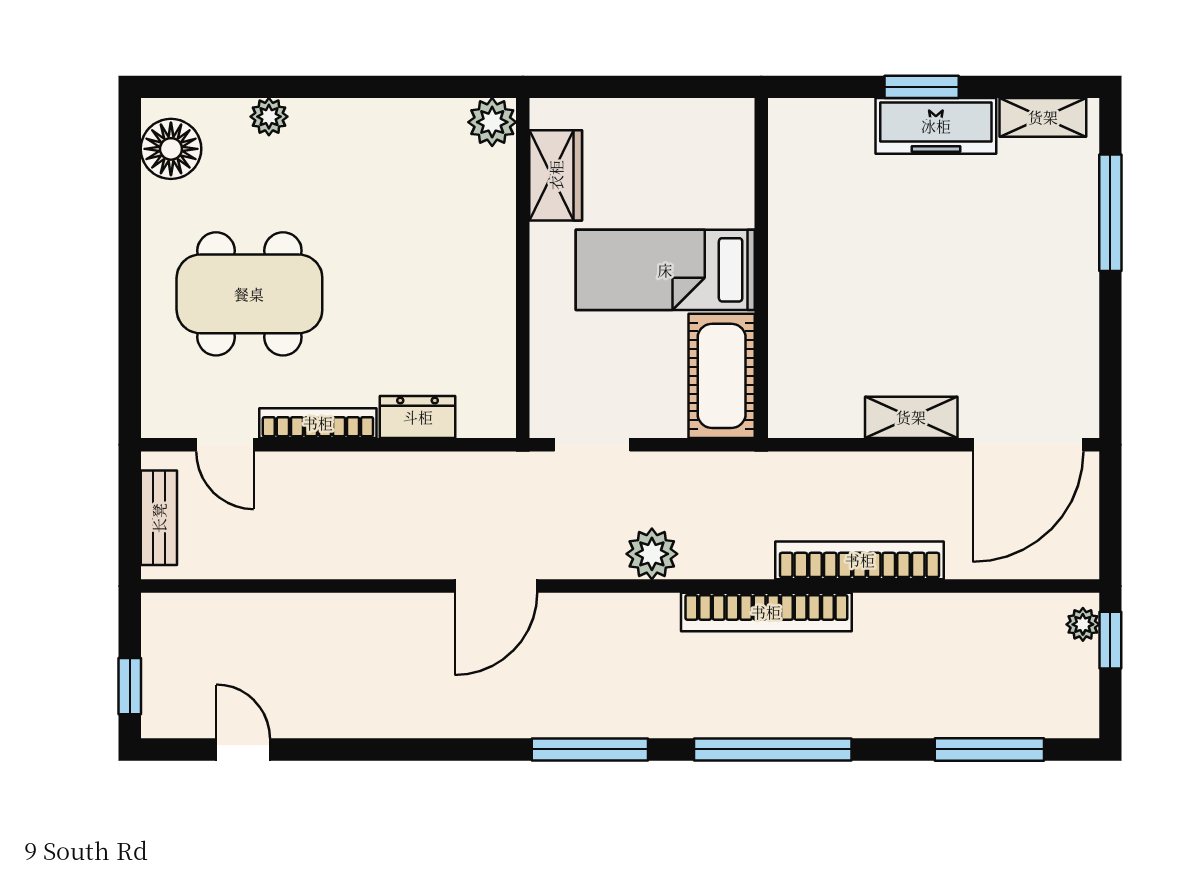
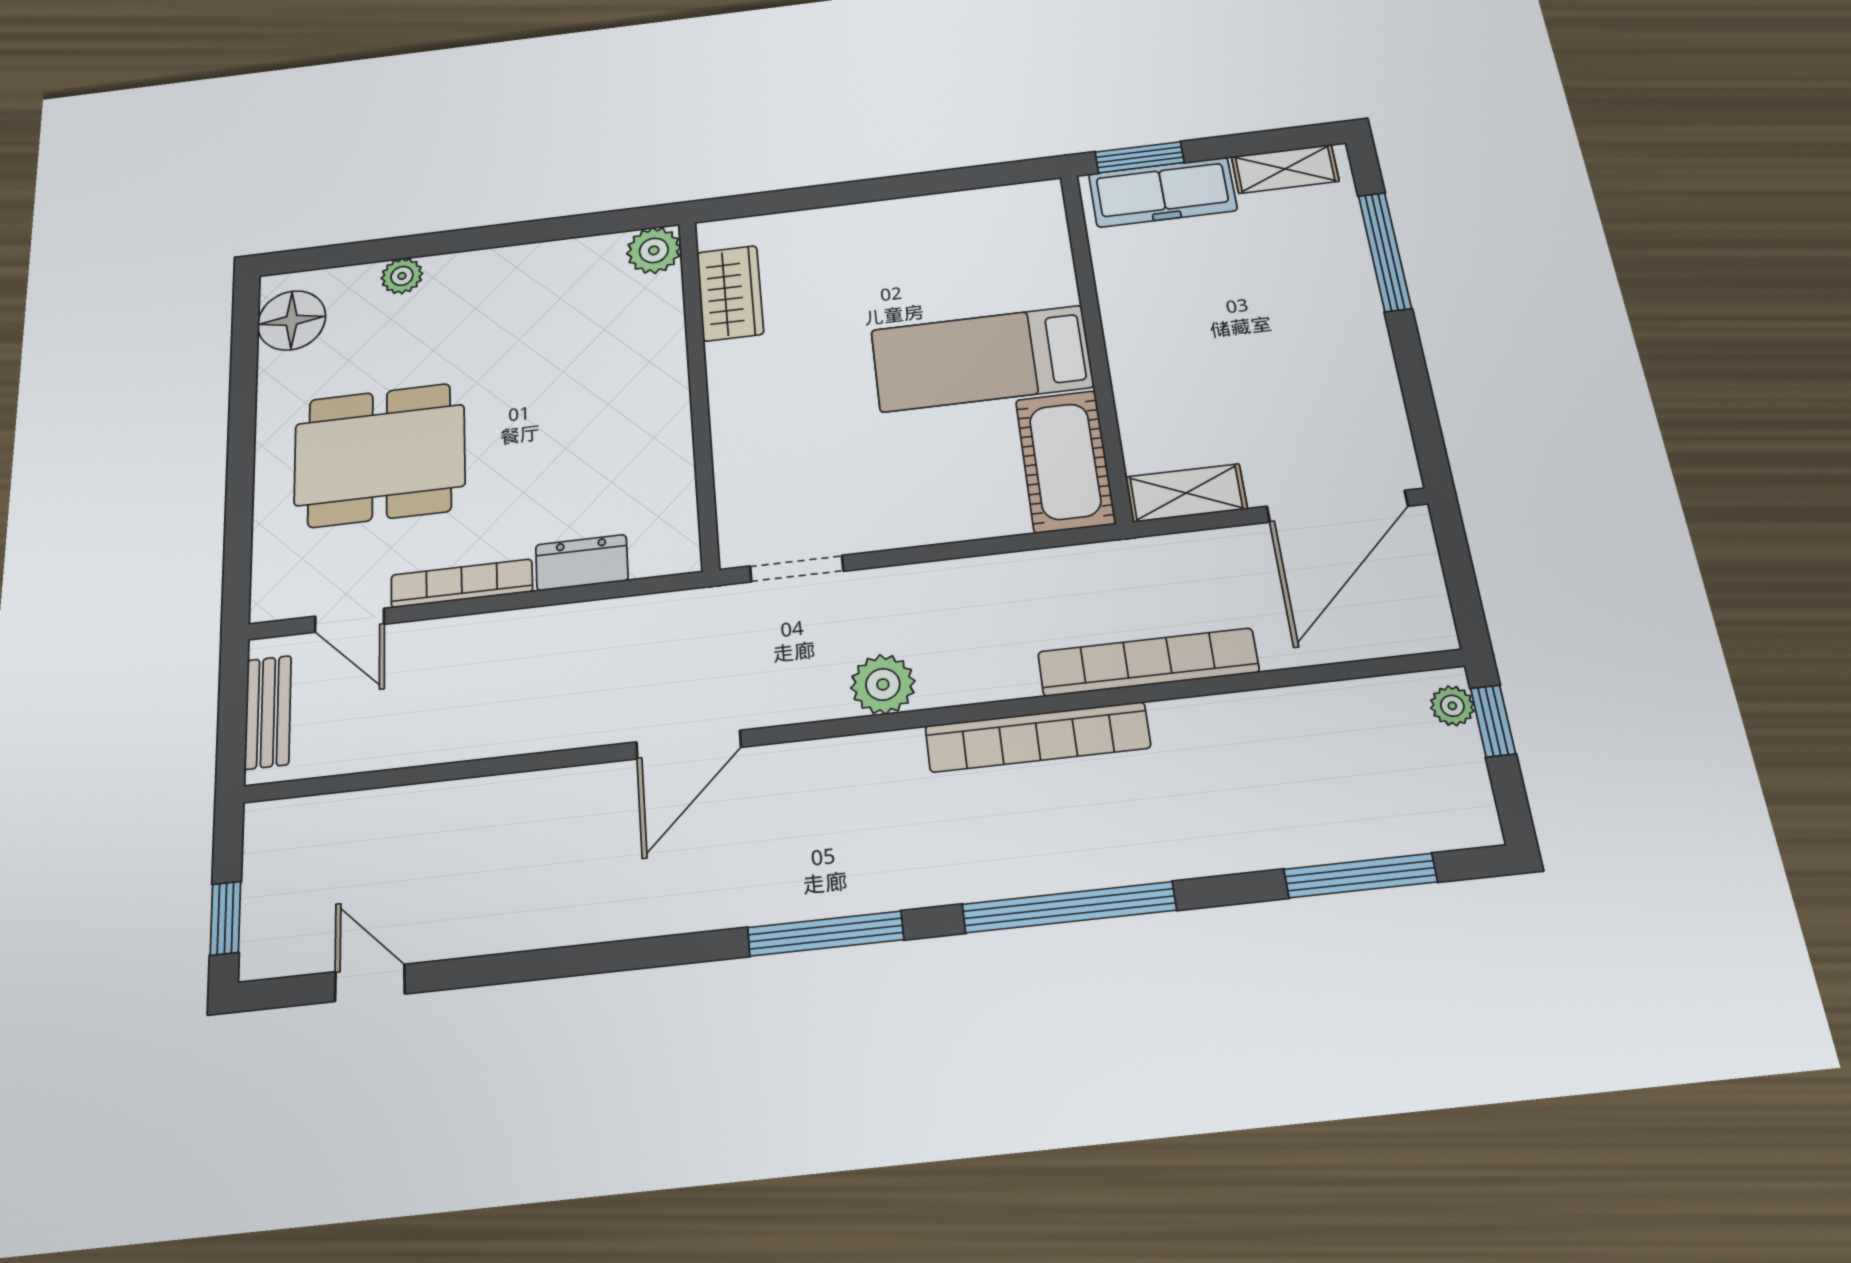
wall: (761, 268) -> (1096, 343), moved
bed: (665, 270) -> (982, 359), moved
cot: (722, 376) -> (1065, 461), moved

